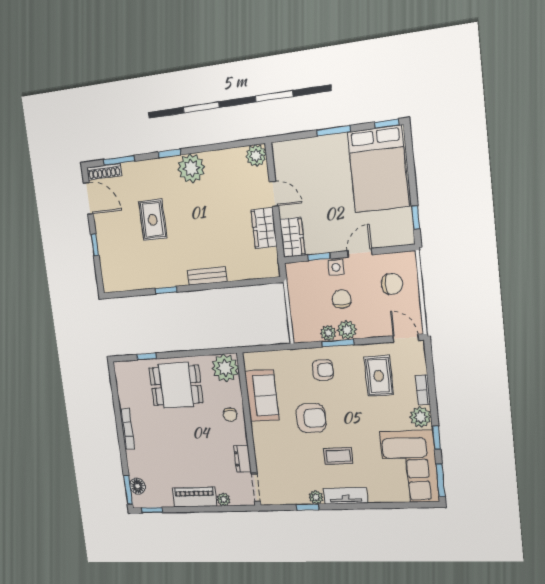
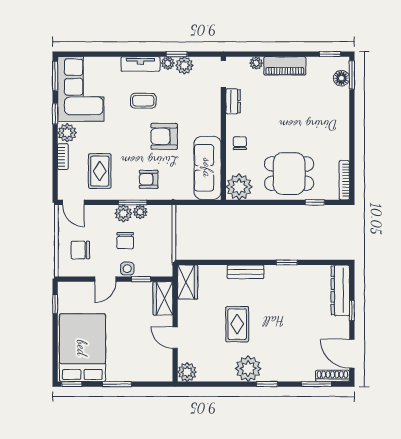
rug: (153, 220) -> (237, 324), moved
wardrobe: (264, 228) -> (188, 282), moved
dresser: (109, 265) -> (340, 290), added
sofa: (262, 396) -> (208, 168), width x1.36
bookcase: (127, 429) -> (344, 180), moved
plant: (298, 495) -> (184, 65), added

